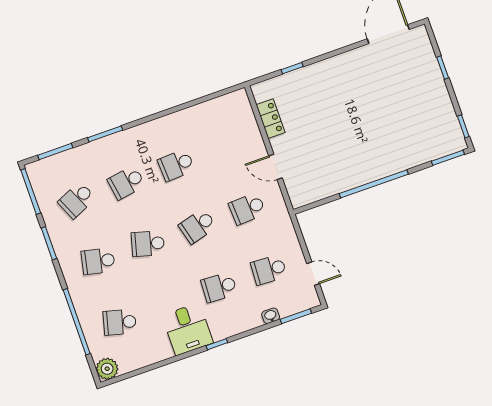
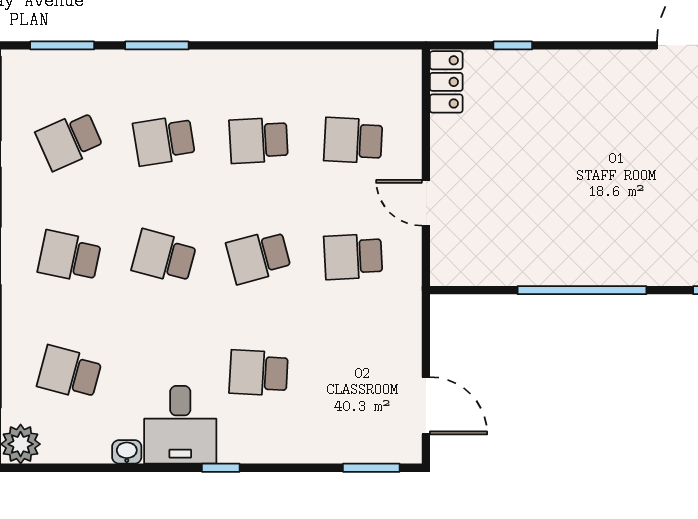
locker: (271, 119) -> (446, 82), moved
school desk: (269, 270) -> (353, 140), moved
door: (313, 274) -> (426, 406), width x1.38
washbasin: (271, 316) -> (127, 452), moved

